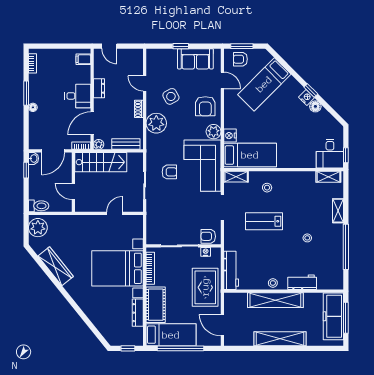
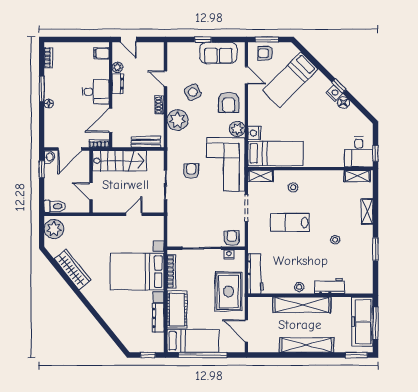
plant: (99, 144) -> (117, 67), moved
armchair: (169, 172) -> (191, 171), turned -90
armchair: (208, 236) -> (232, 238), turned 90
window: (346, 247) -> (375, 249), width x0.47
window: (328, 348) -> (356, 355), added

